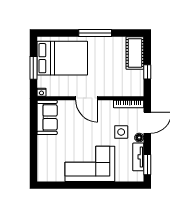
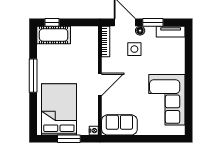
window: (147, 72) -> (52, 22), moved
tv unit: (138, 157) -> (171, 32), moved
corner sofa: (90, 164) -> (167, 100), moved
window: (147, 165) -> (153, 22), moved

